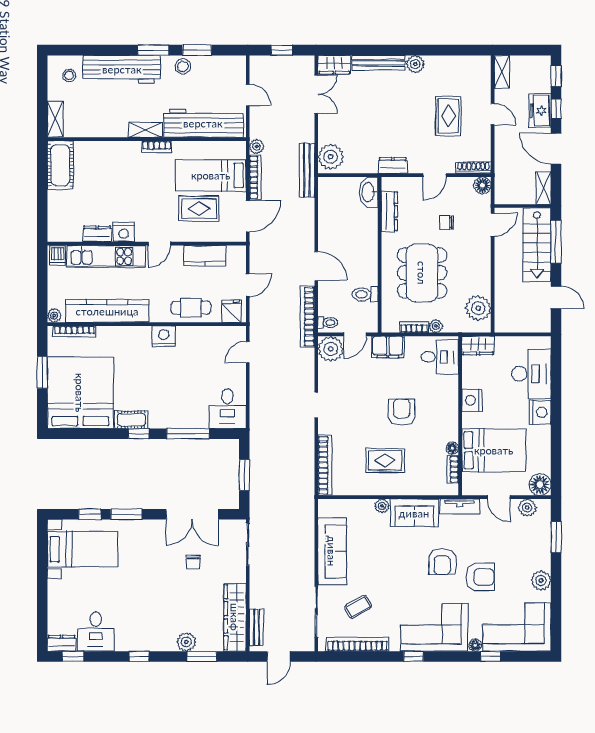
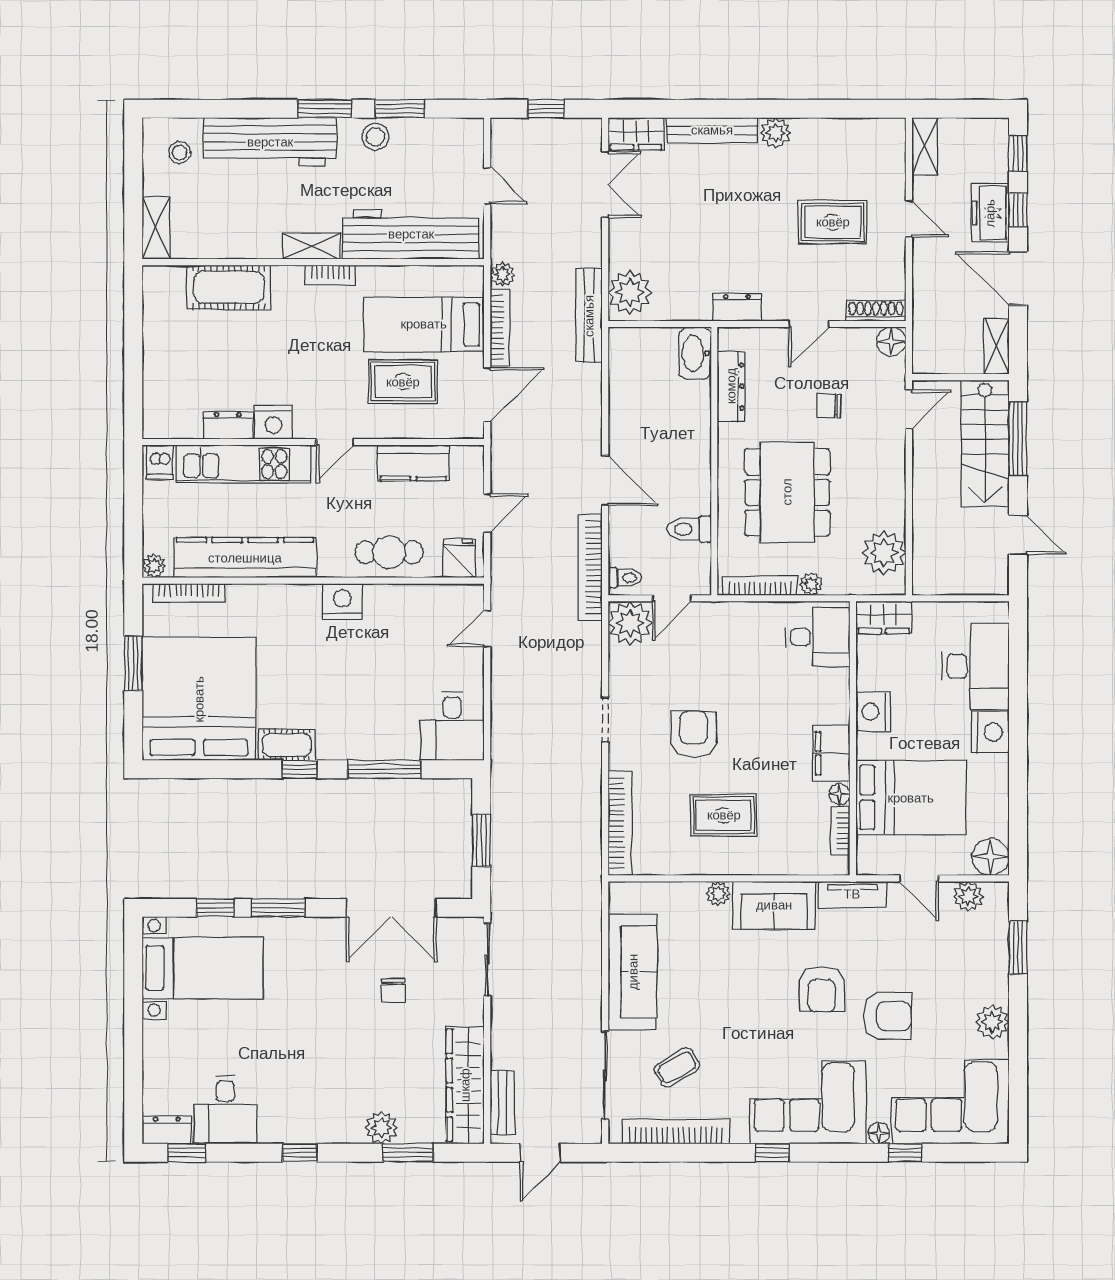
rug: (448, 116) -> (833, 222), turned 90
cot: (60, 165) -> (229, 287), moved, turned 90
bookcase: (414, 327) -> (760, 586), width x1.56
filing cabinet: (388, 347) -> (831, 753), moved, turned 90
armchair: (402, 412) -> (694, 734), moved

